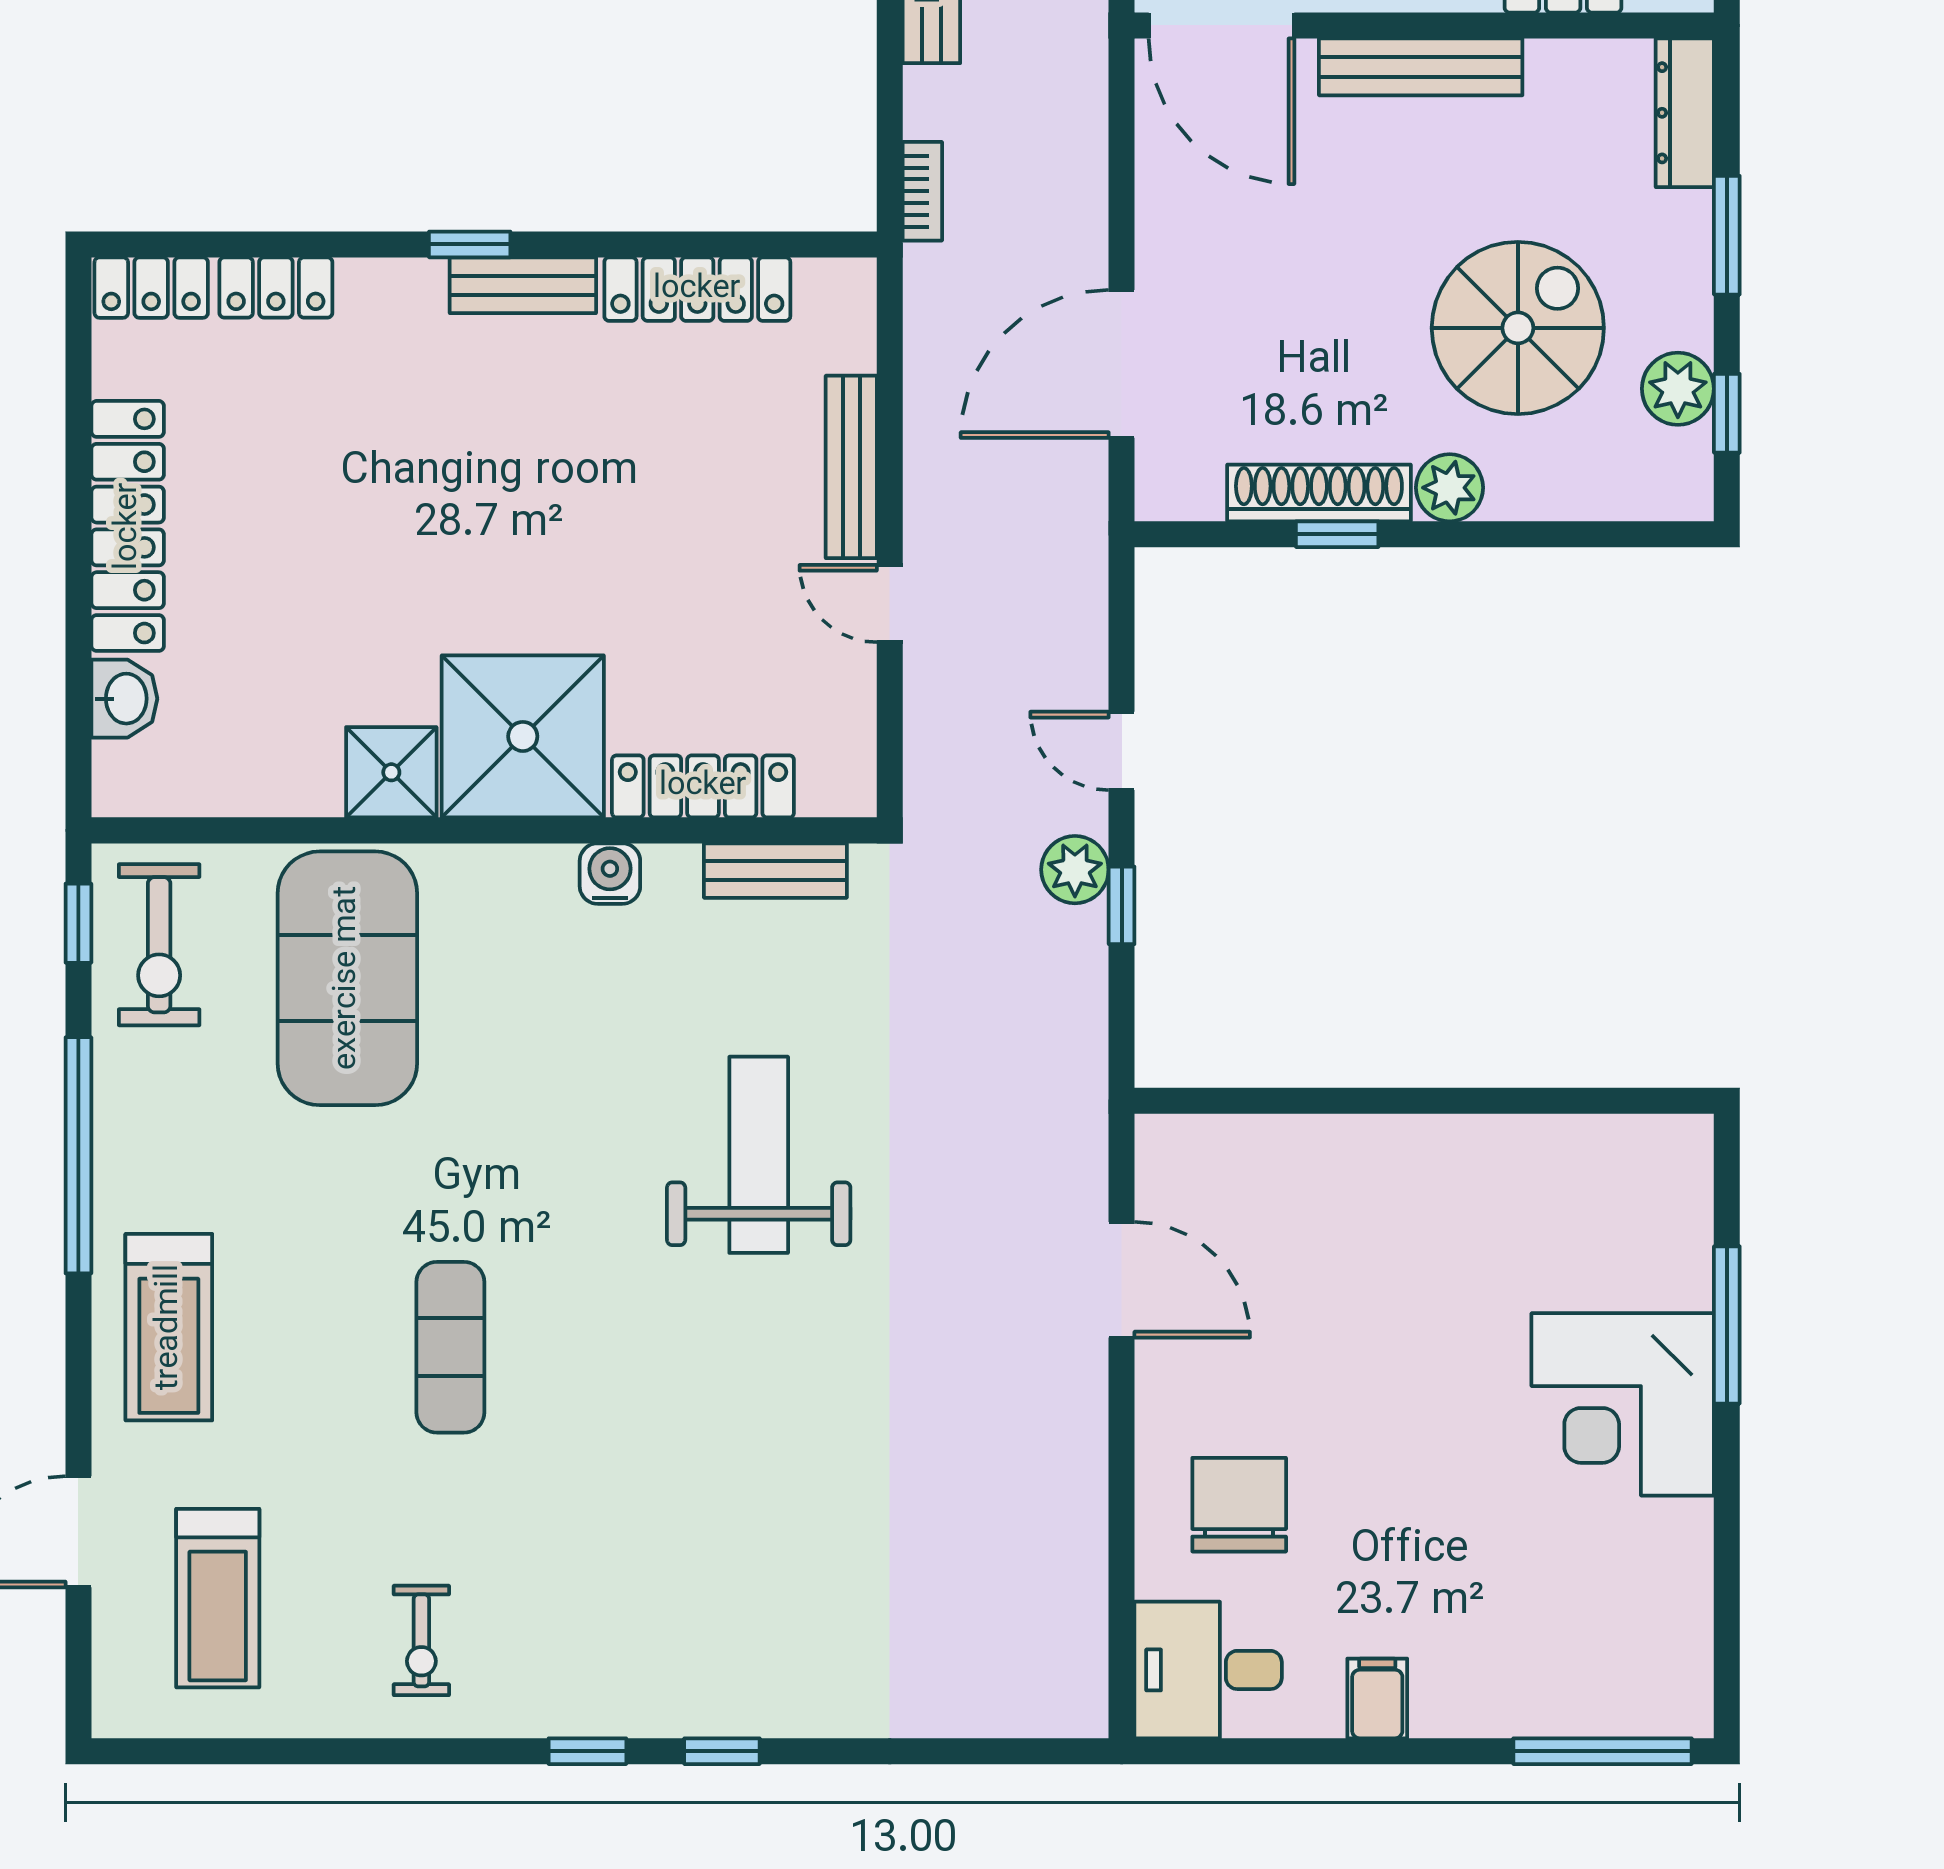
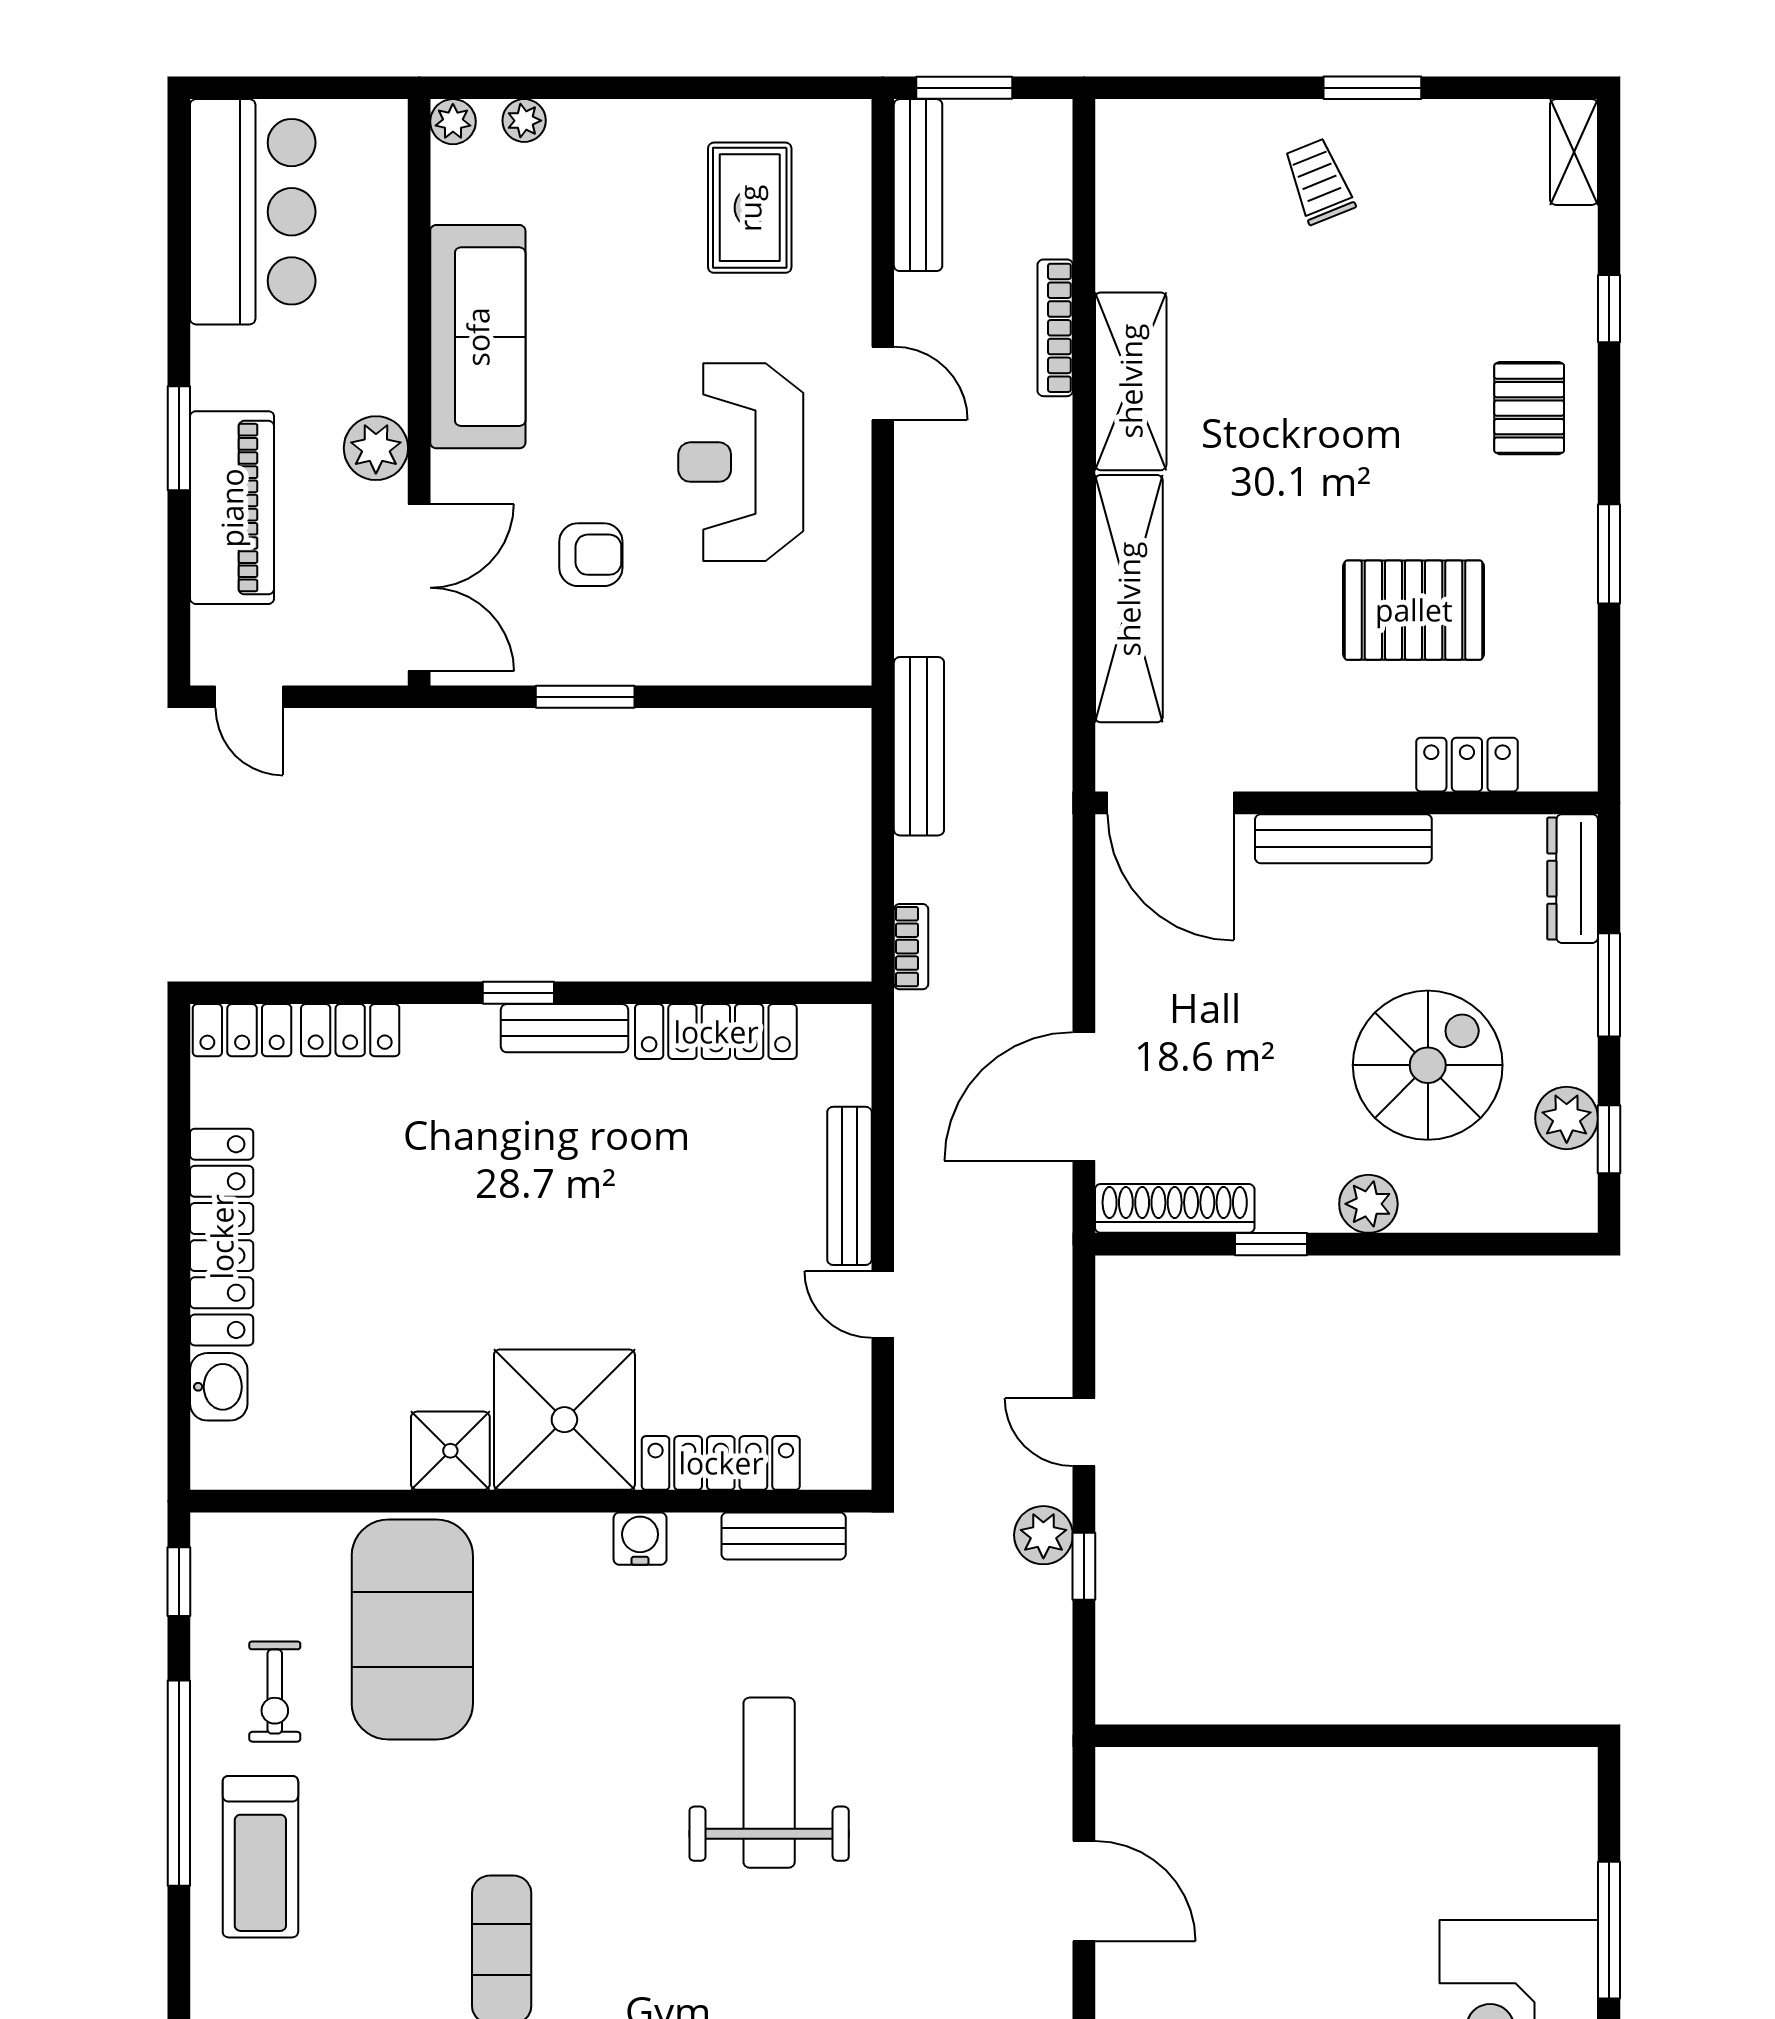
shoe rack: (1319, 493) -> (1175, 1208), moved
exercise bike: (159, 945) -> (275, 1692), moved, width x0.73, depth x0.72
treadmill: (169, 1327) -> (260, 1857), moved

